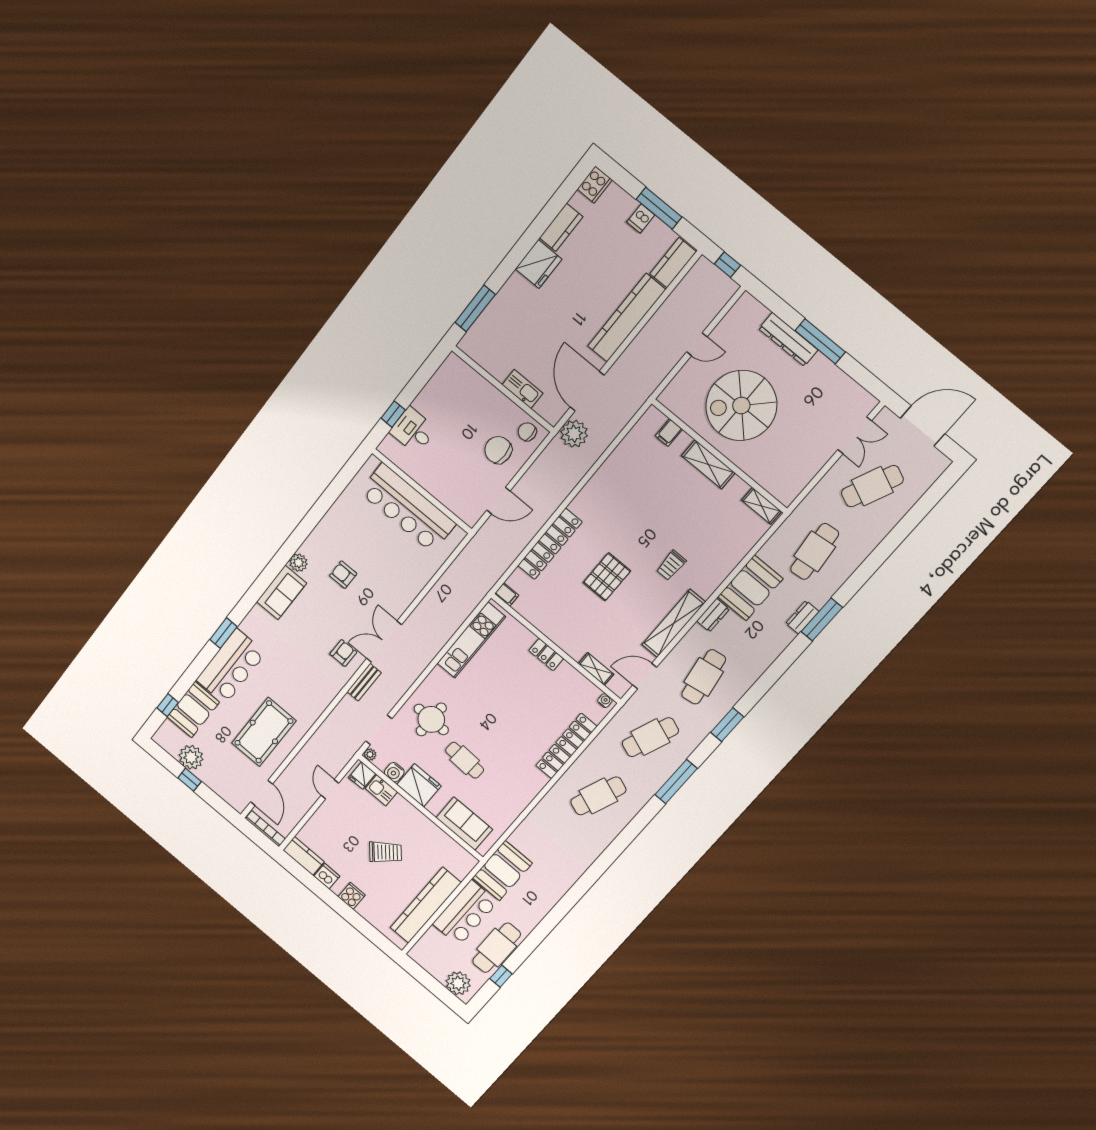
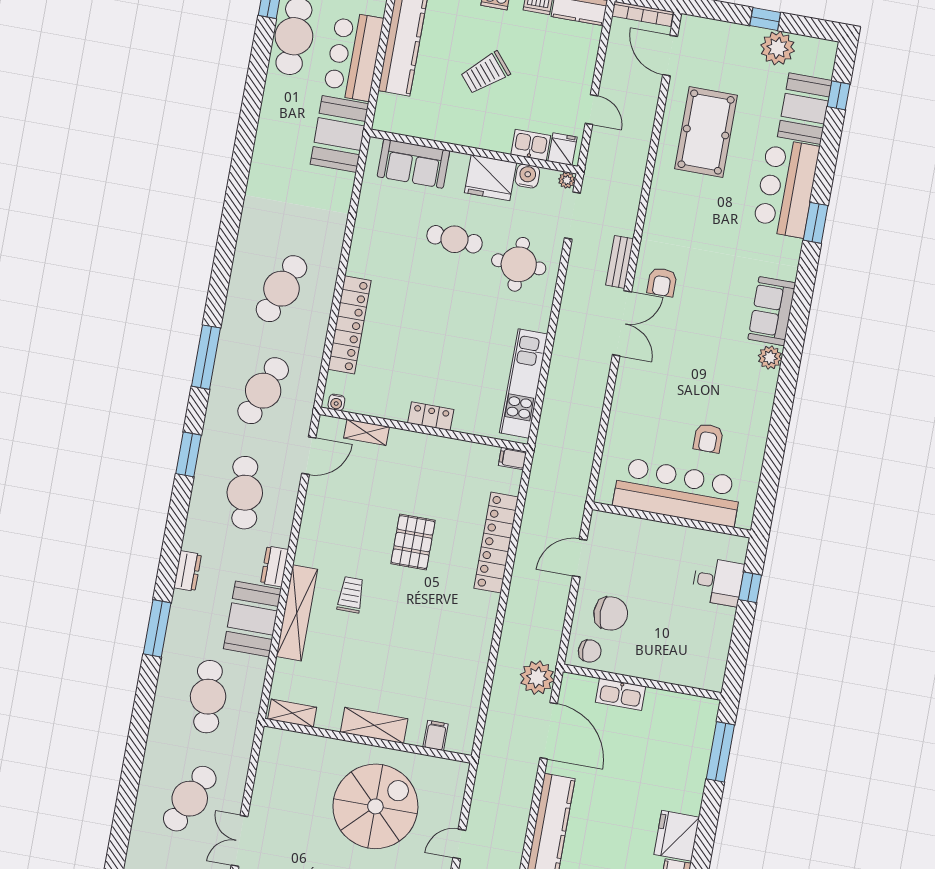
armchair: (343, 575) -> (708, 438), moved, turned 90
dresser: (802, 617) -> (188, 571), moved
shelving: (674, 623) -> (297, 613), moved

